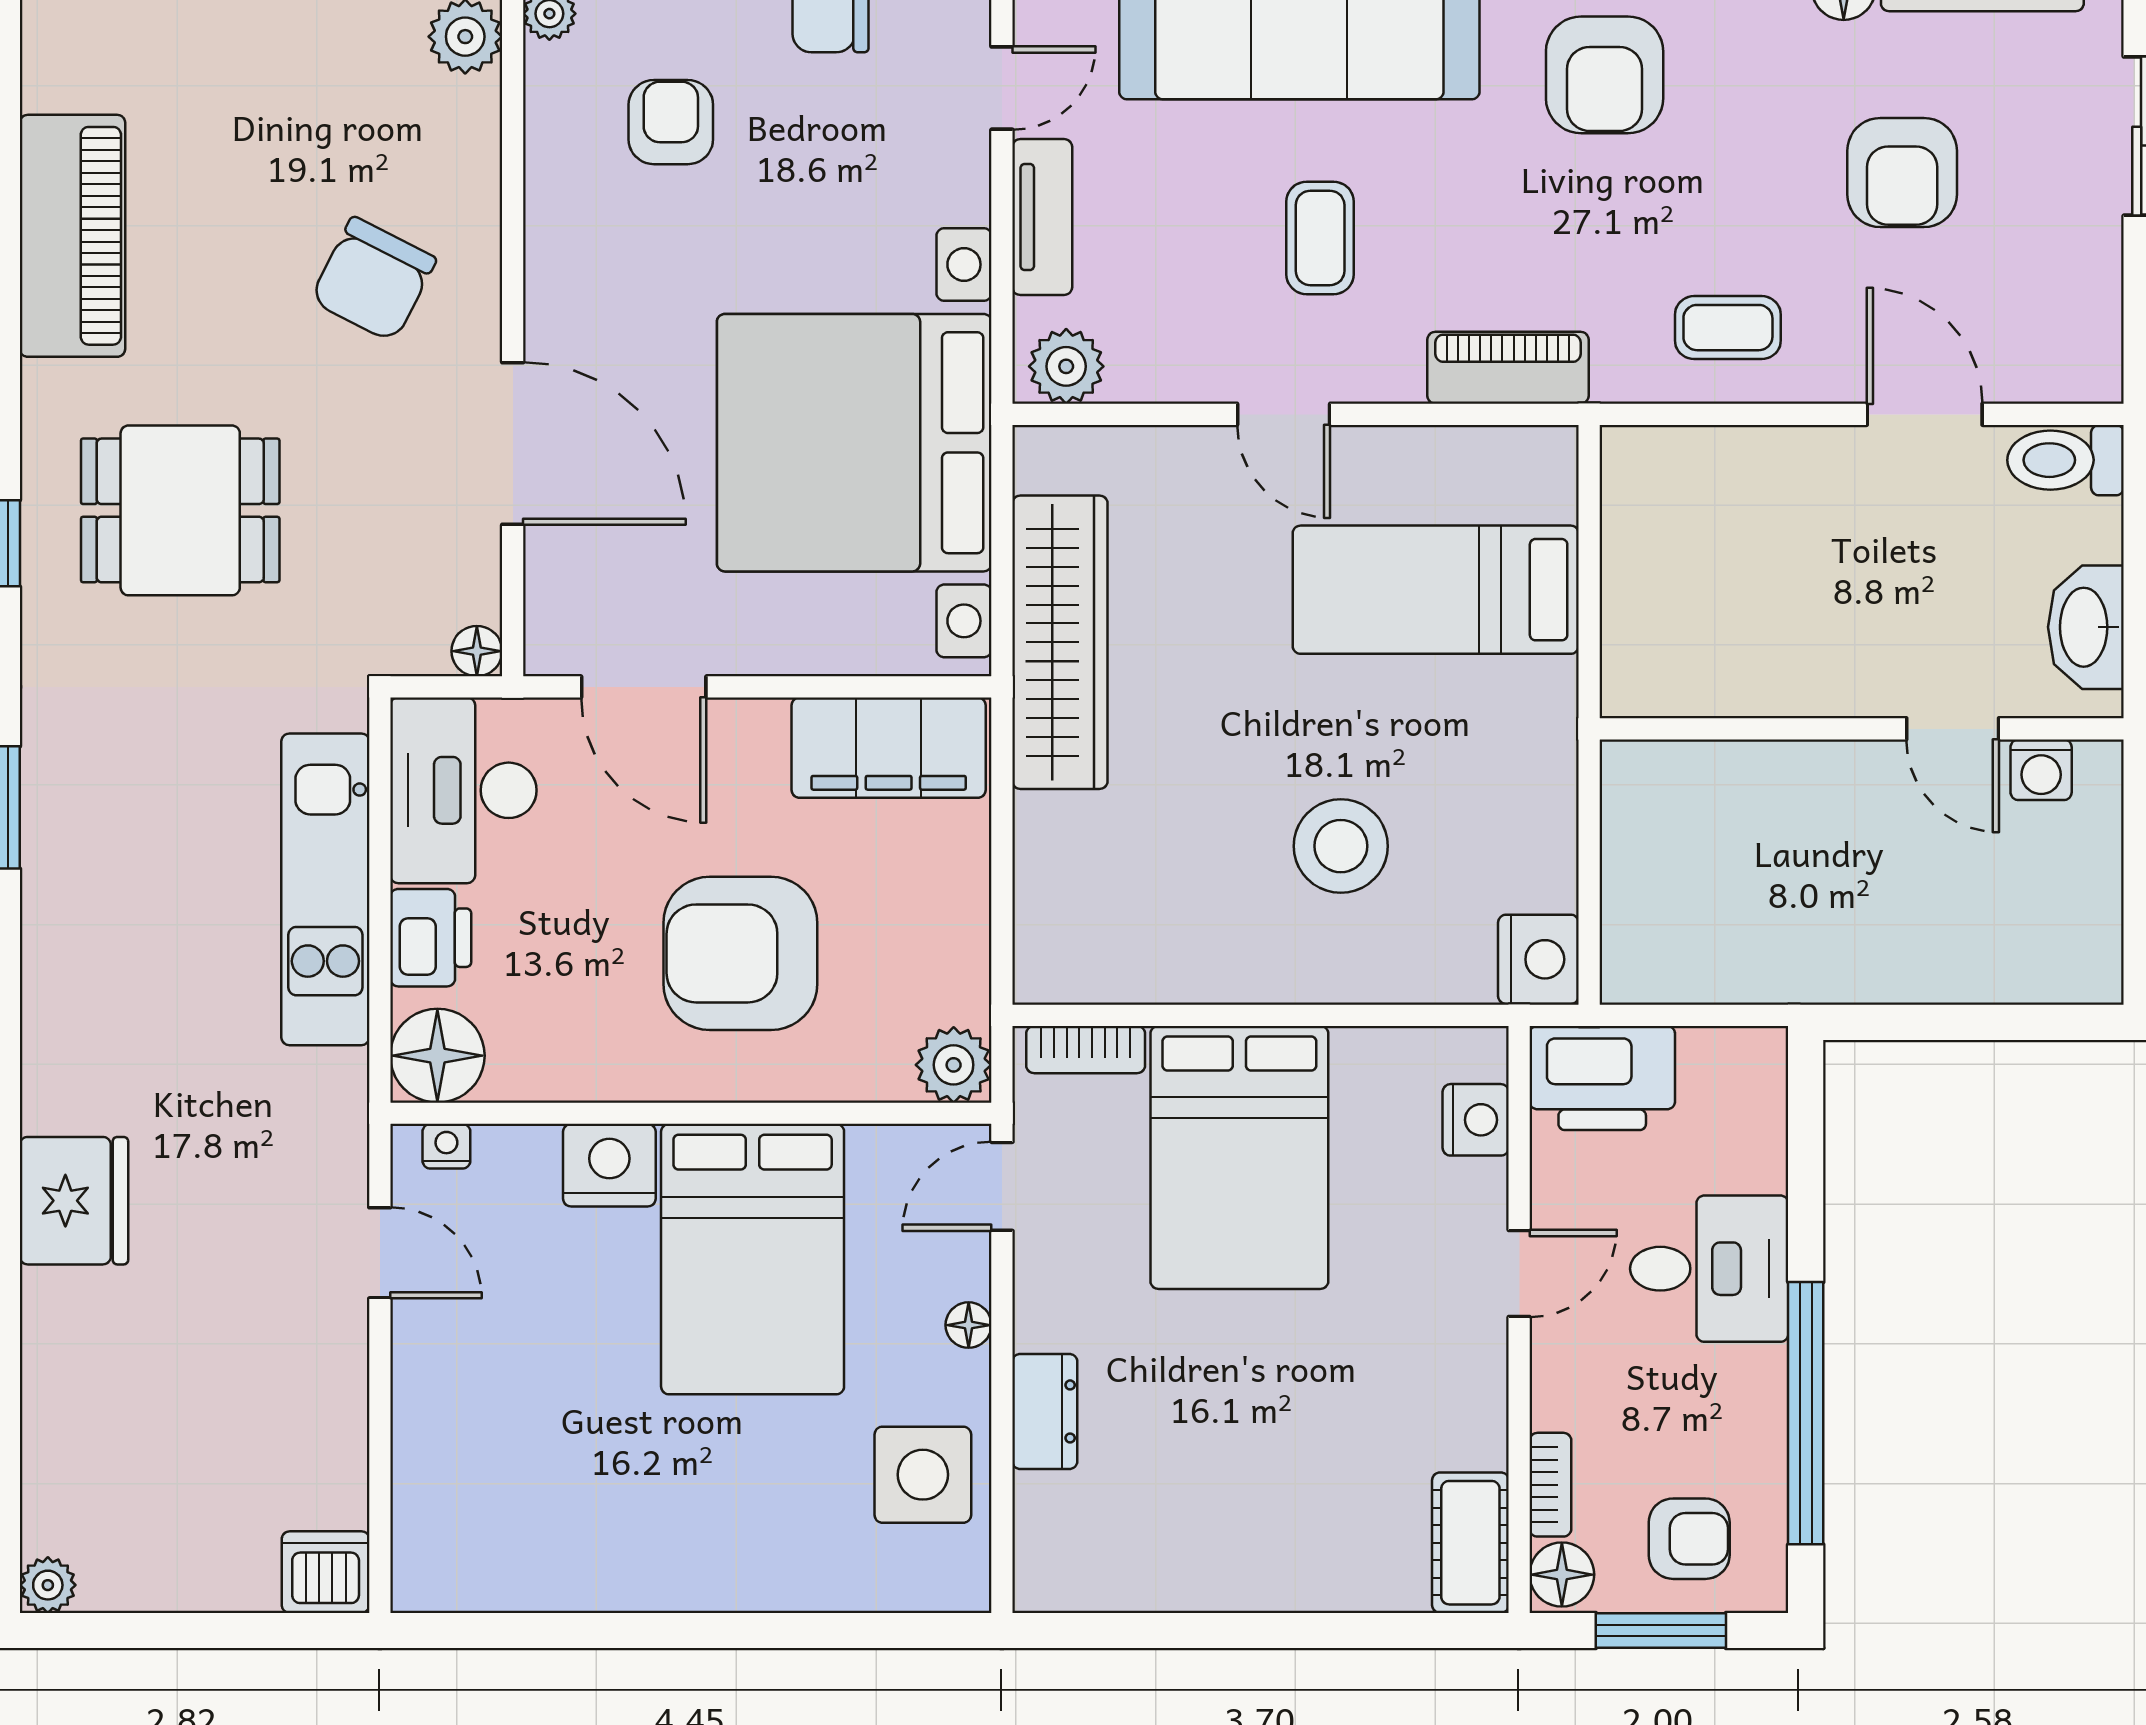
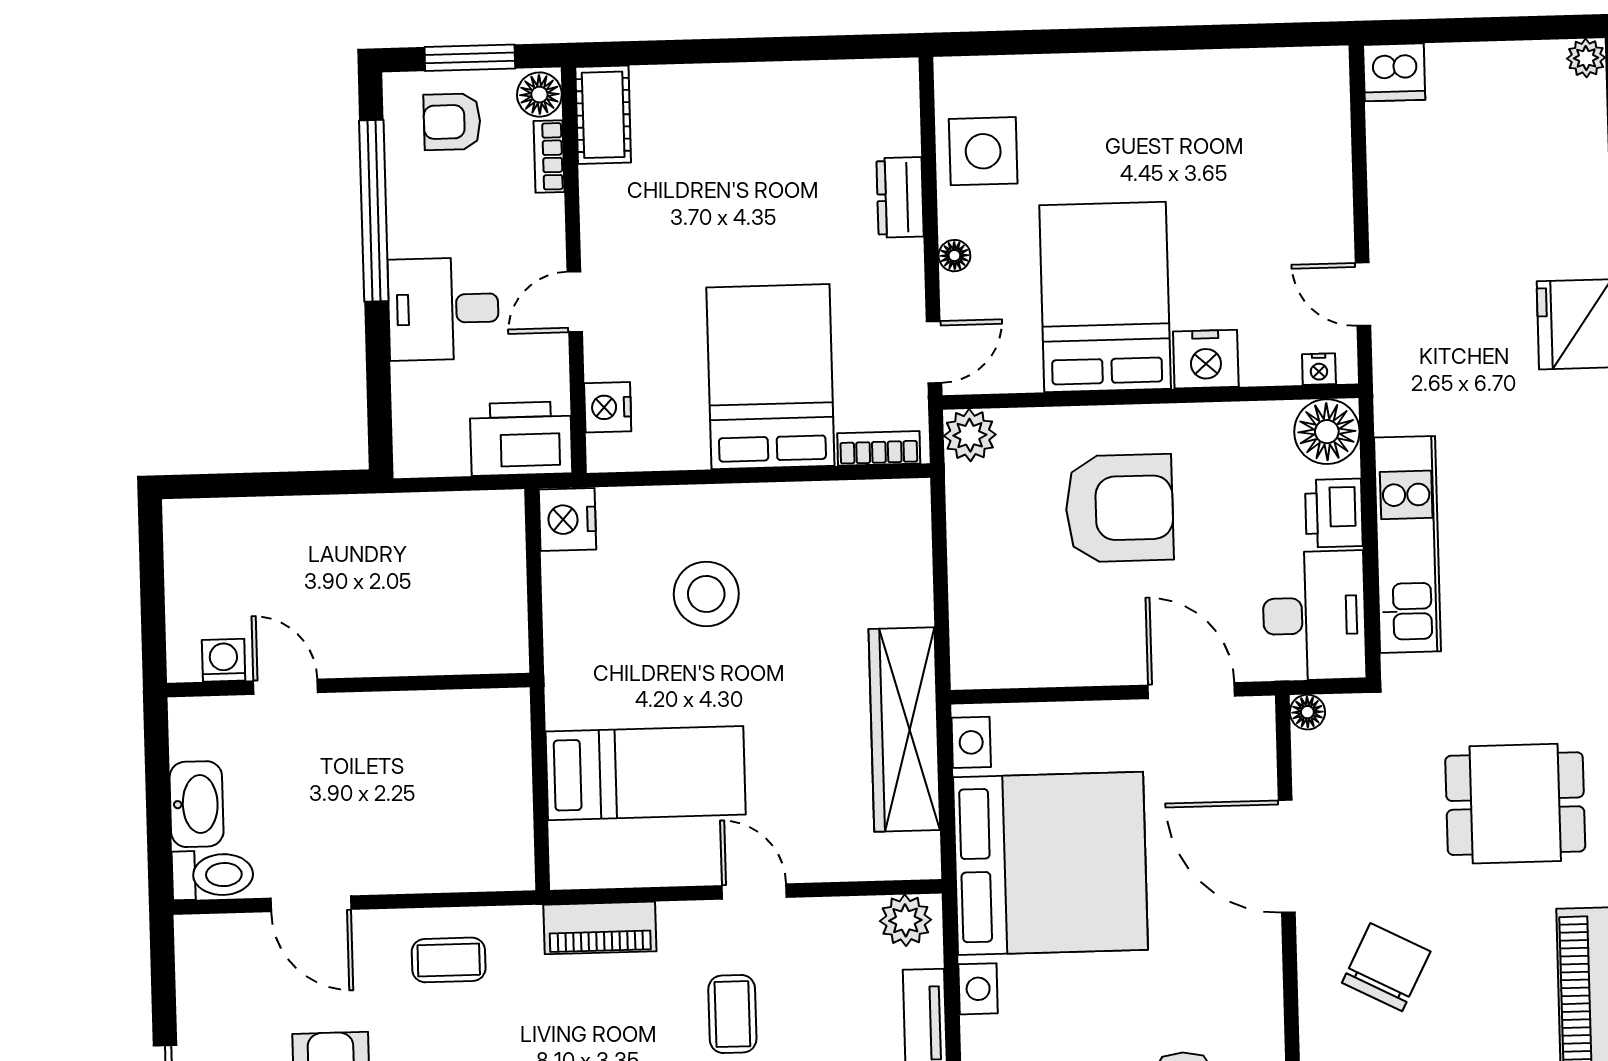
washbasin: (2086, 627) -> (197, 804), moved
filing cabinet: (889, 748) -> (1021, 653), removed

